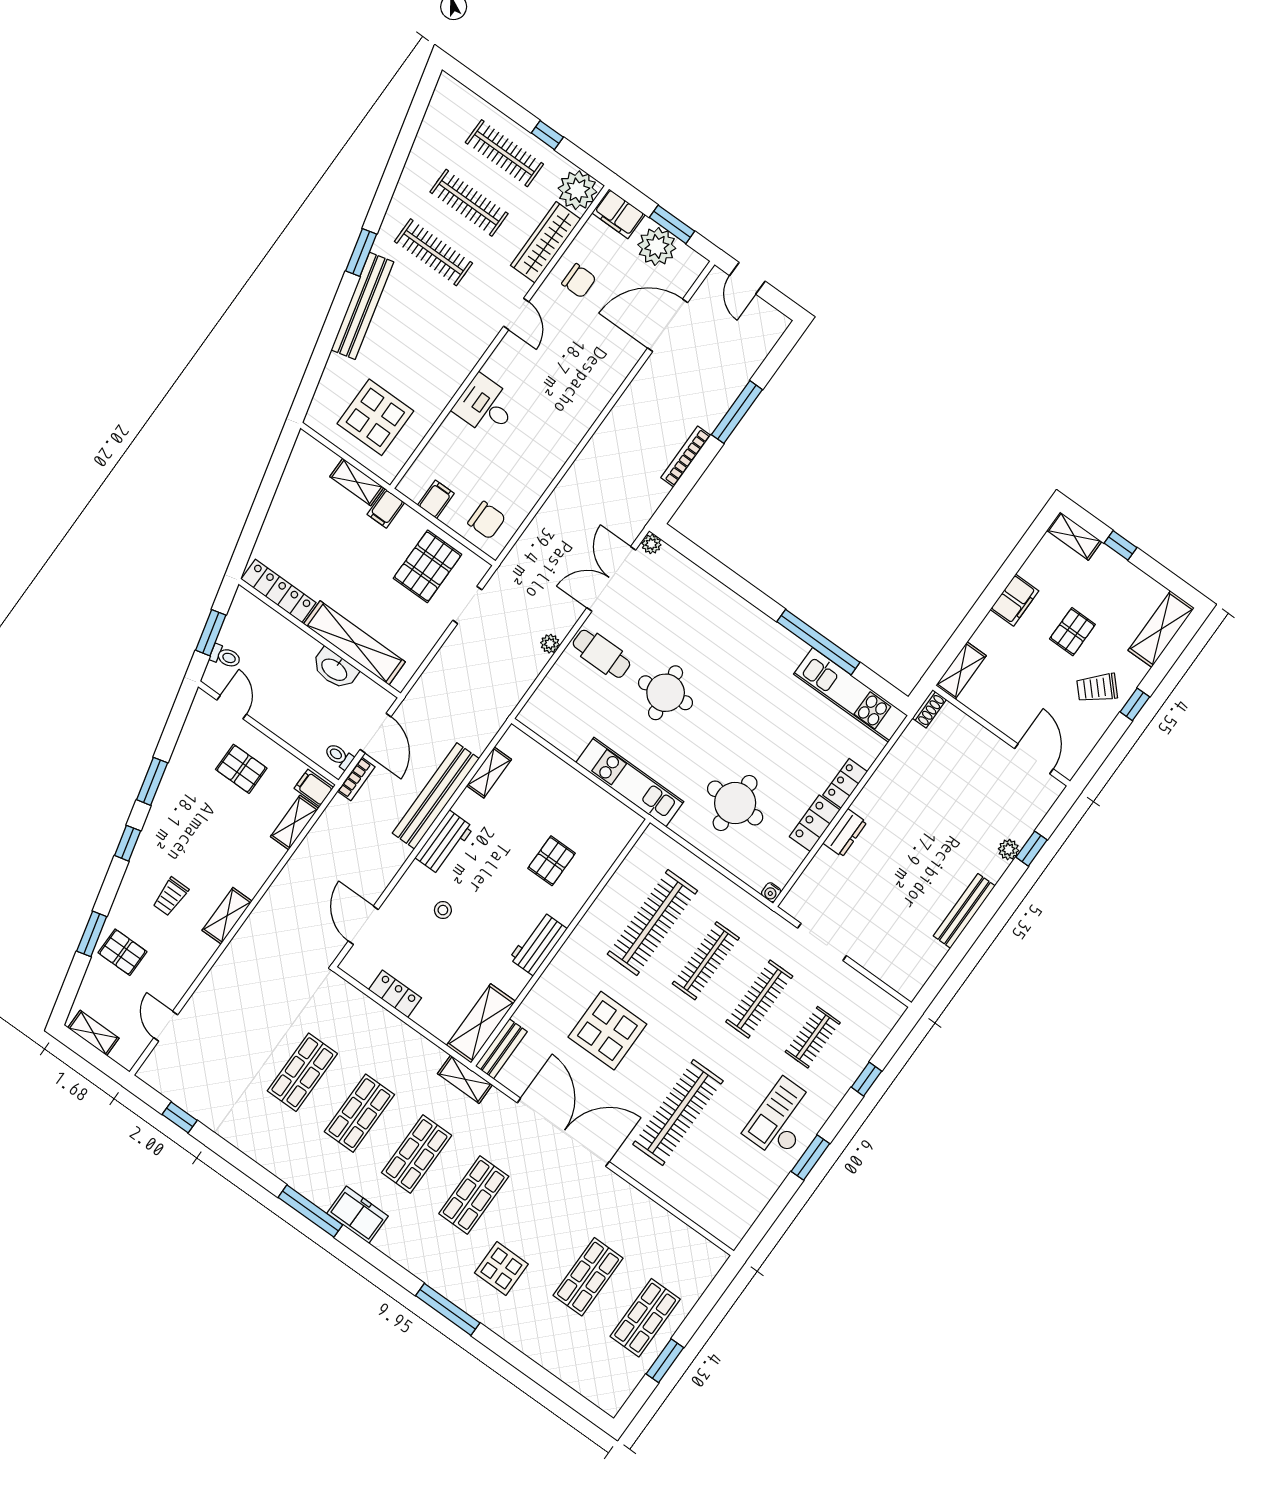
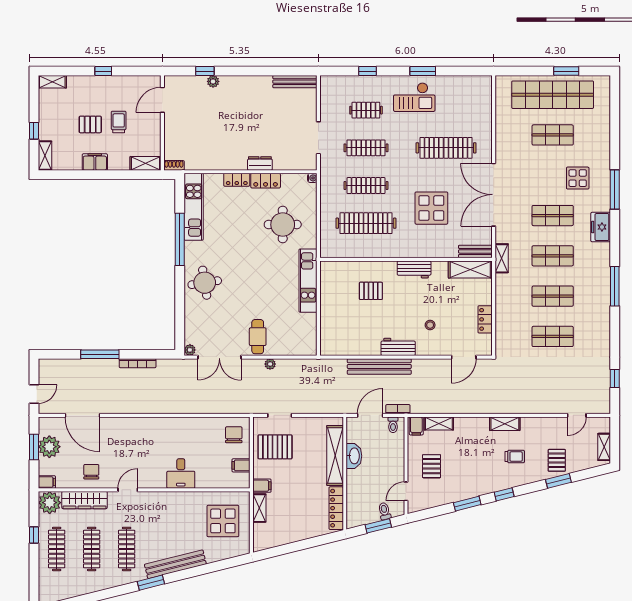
filing cabinet: (618, 214) -> (47, 482), width x0.50
shelving: (1161, 629) -> (52, 82), width x0.67, depth x0.75
trolley: (1097, 688) -> (119, 122), moved, turned -137
round table: (666, 693) -> (205, 283), moved
shelving: (489, 772) -> (351, 349), removed
bench: (964, 911) -> (295, 82), moved
freezer: (358, 1215) -> (601, 227), moved
shop shelf: (645, 1318) -> (553, 95), width x2.00, depth x1.36

